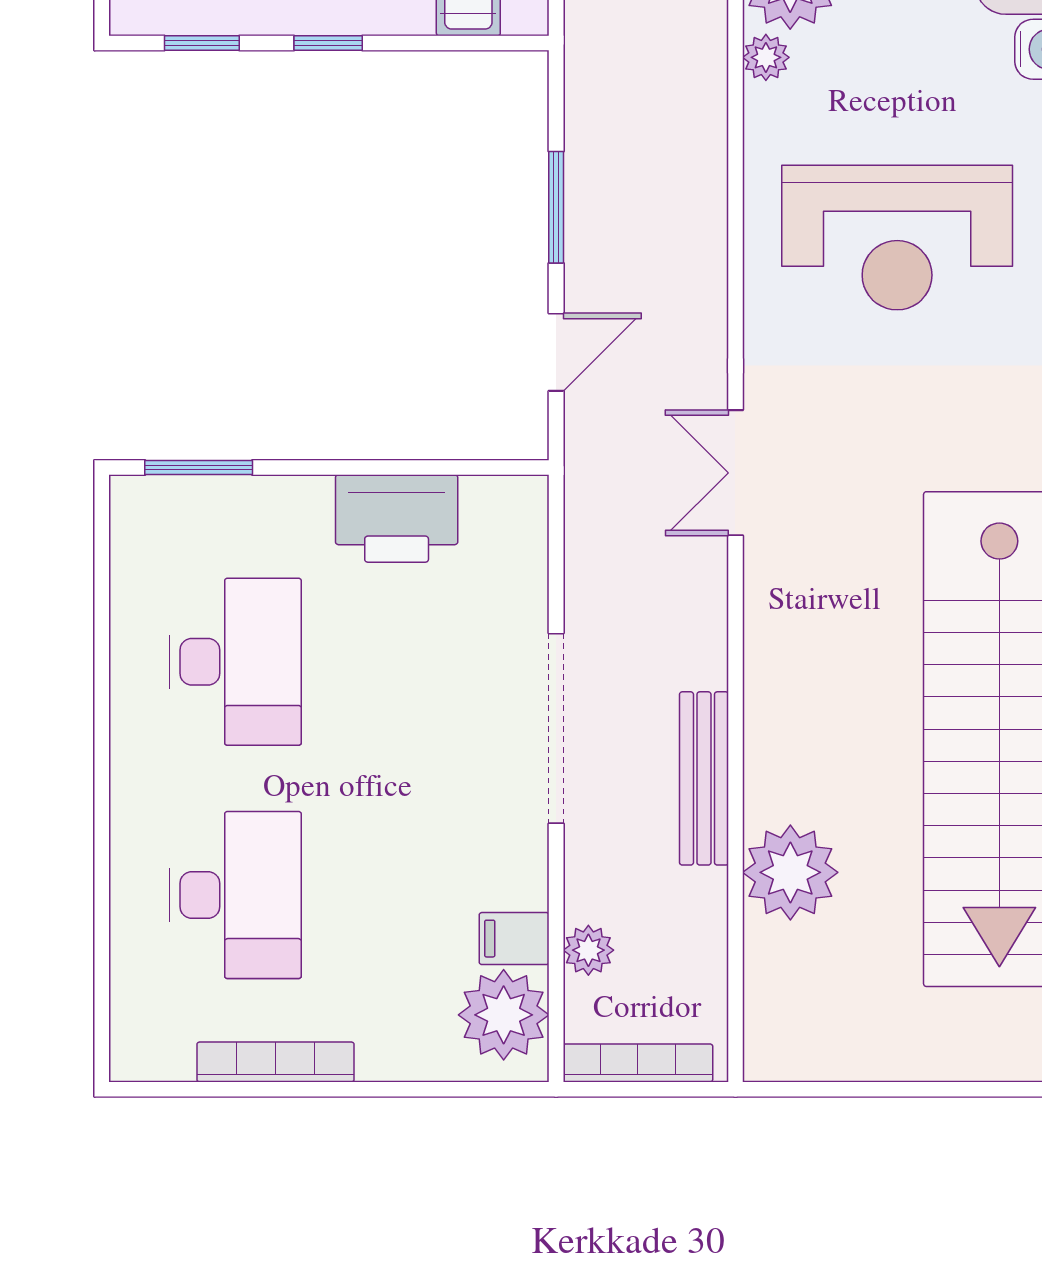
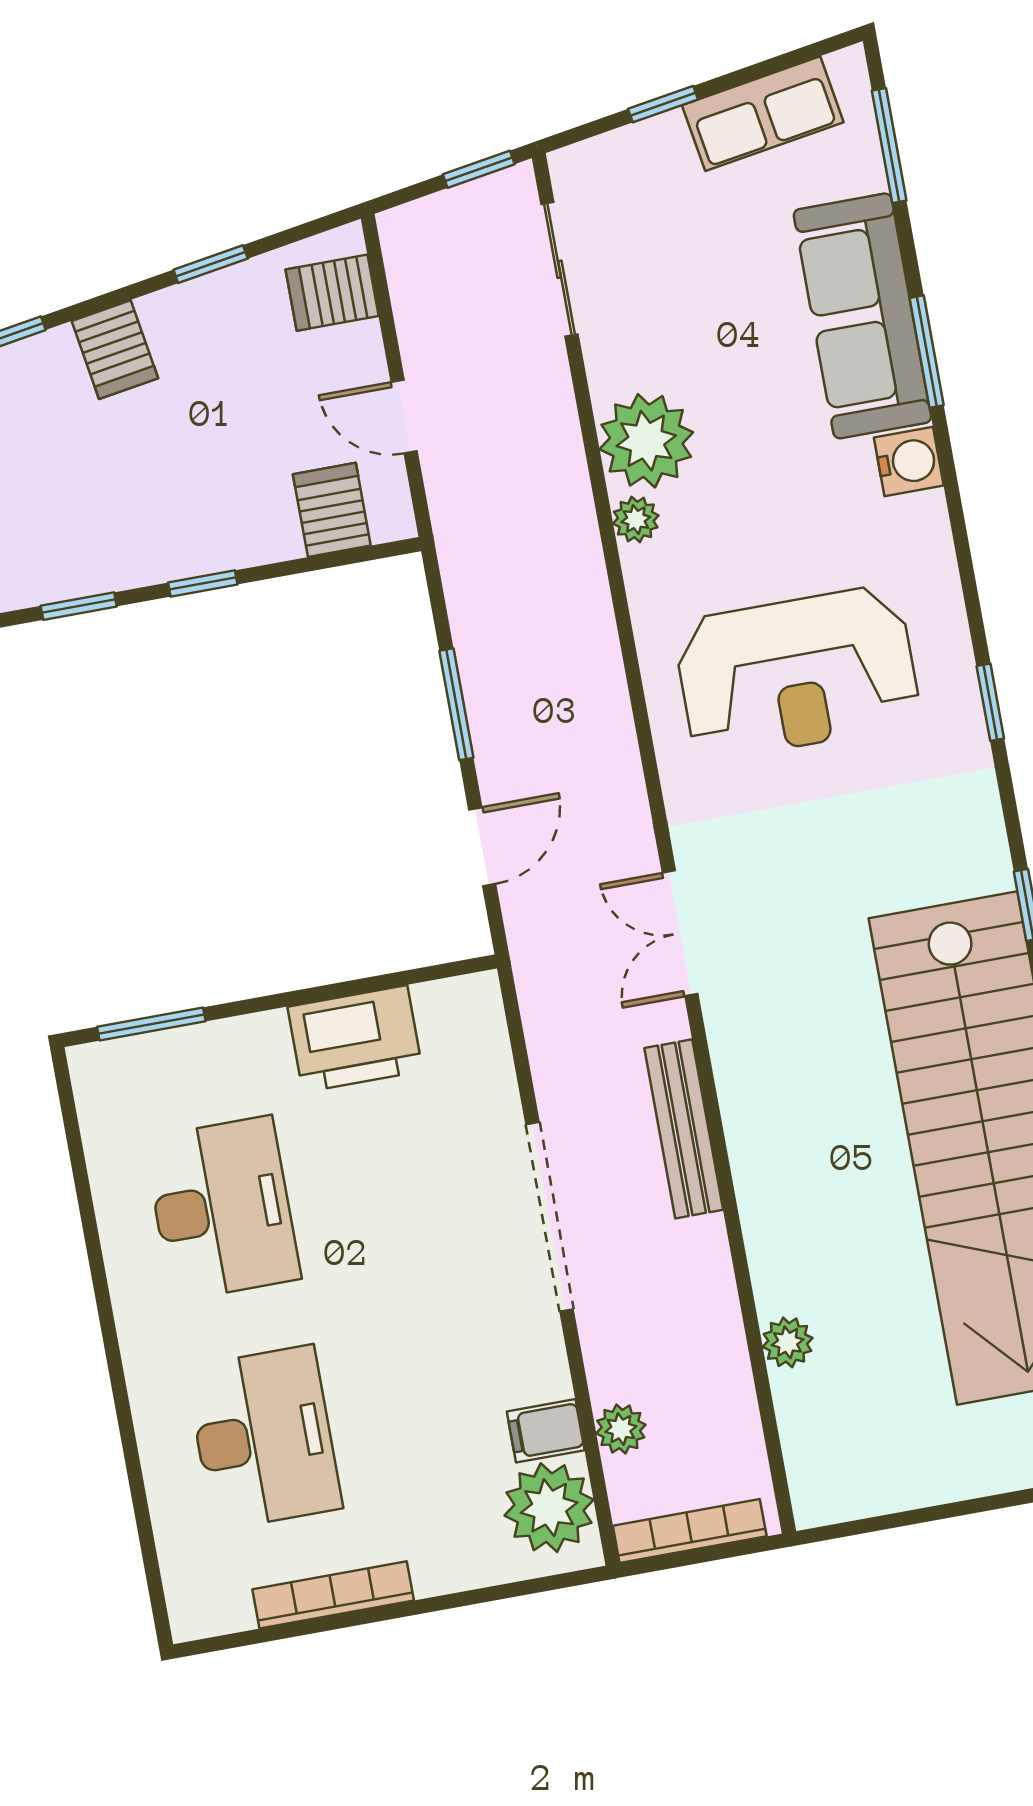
bench: (704, 778) -> (684, 1129), moved
plant: (790, 872) -> (788, 1342), width x0.53, depth x0.53

